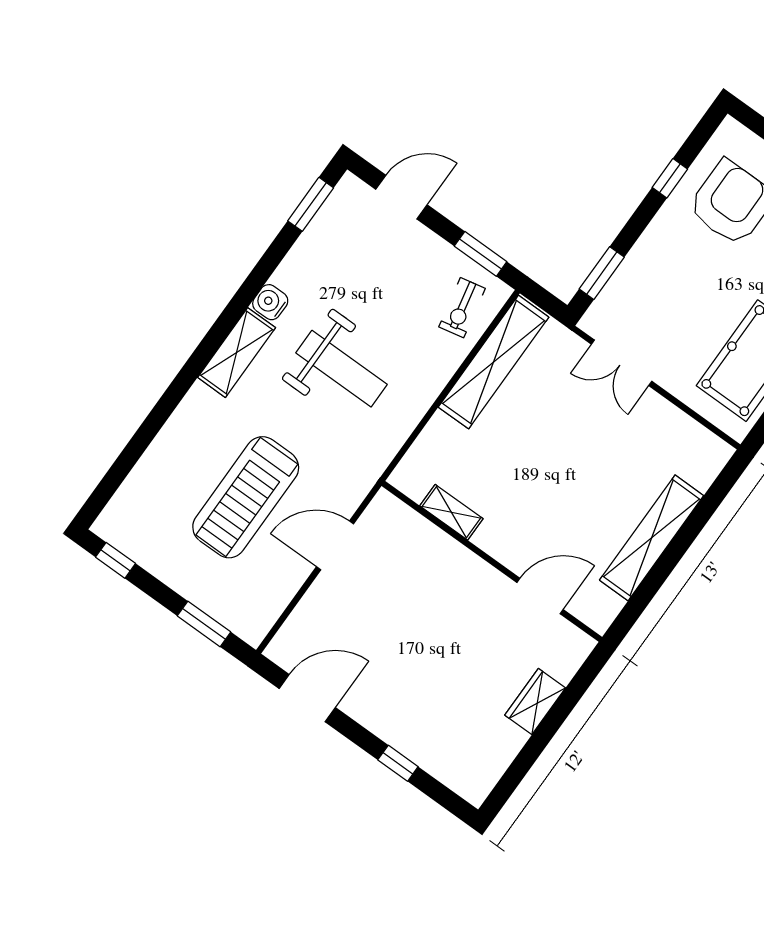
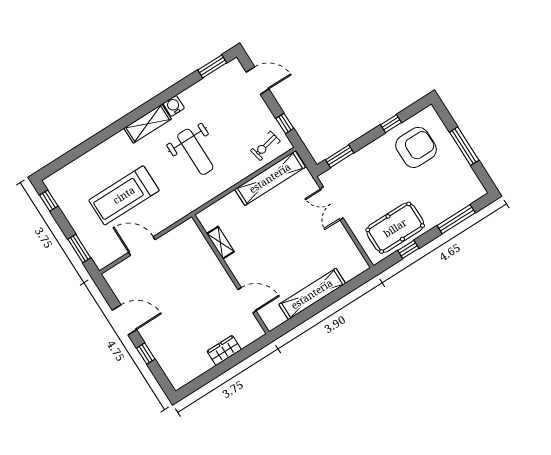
window: (481, 254) -> (285, 123), width x0.67
door: (335, 545) -> (142, 246), moved
door: (307, 698) -> (124, 320), moved

